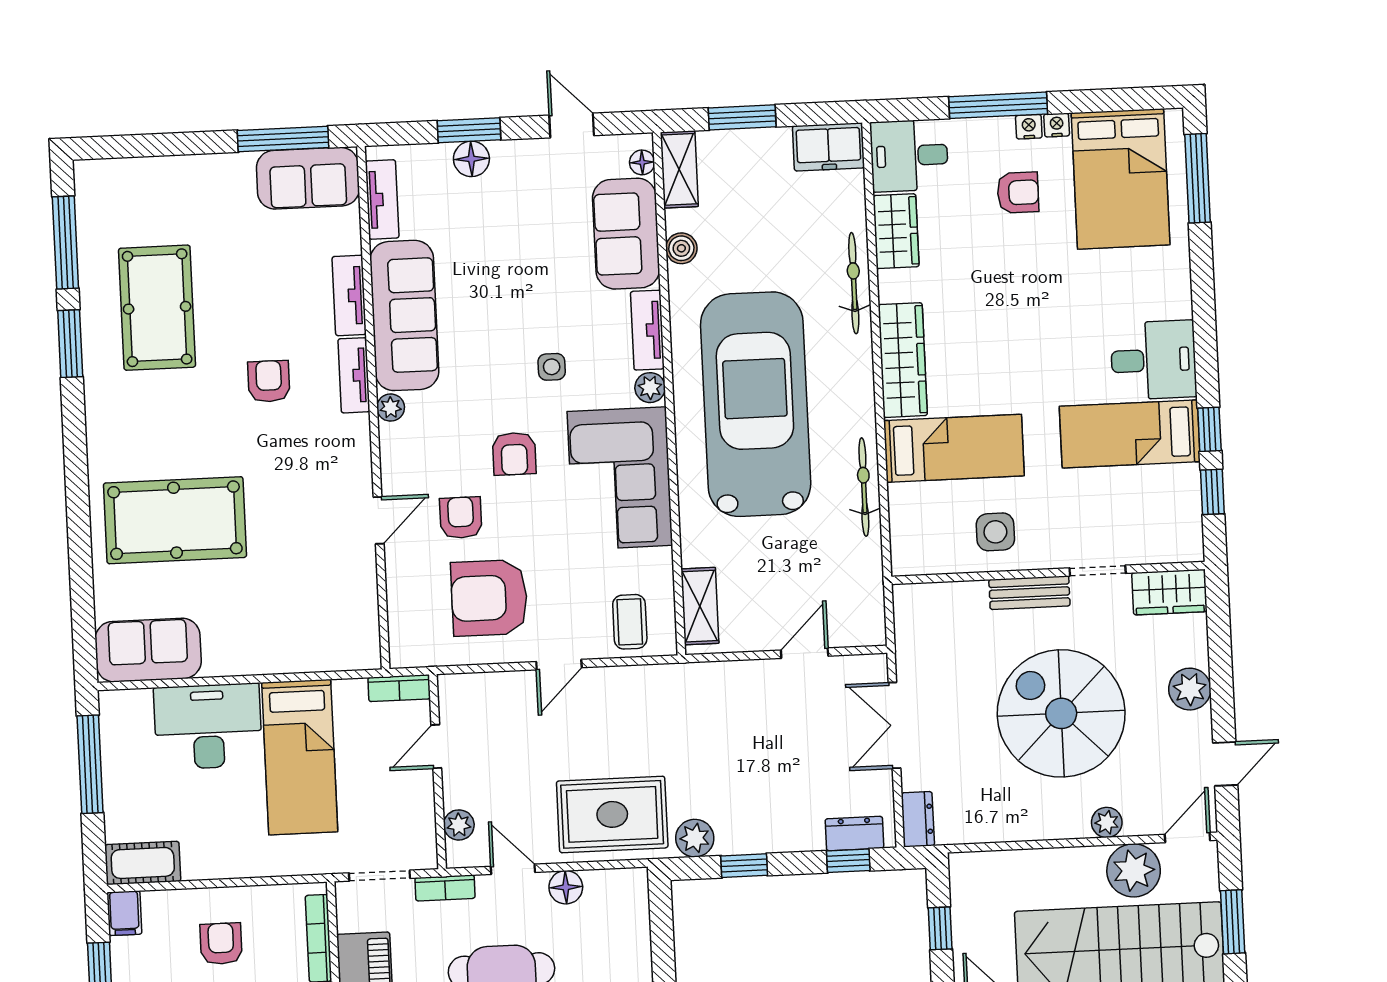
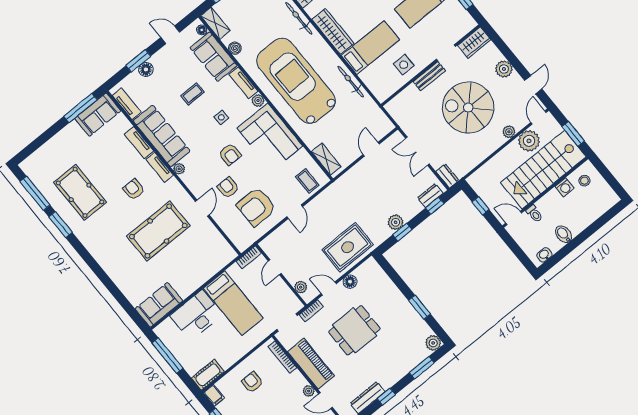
coffee table: (529, 277) -> (193, 94), added
pool table: (175, 520) -> (158, 231), moved
plant: (695, 838) -> (396, 222), moved

